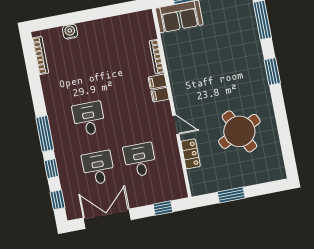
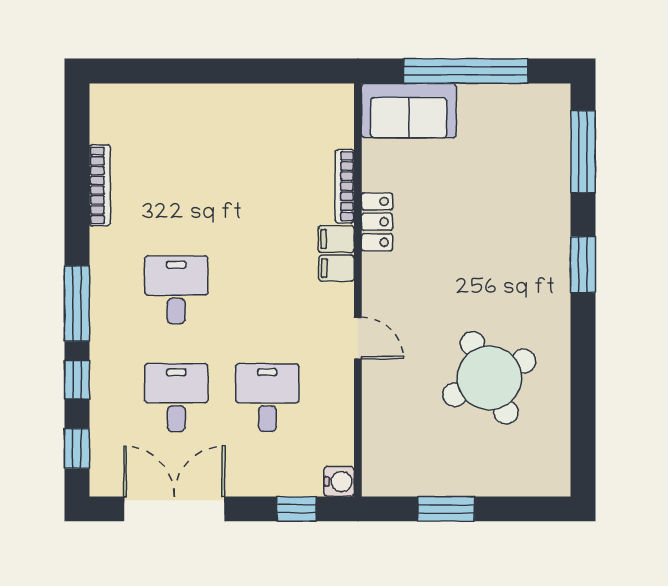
water cooler: (70, 32) -> (339, 482), moved, turned 90
bookcase: (40, 55) -> (100, 185), moved
locker: (191, 154) -> (377, 222), moved

